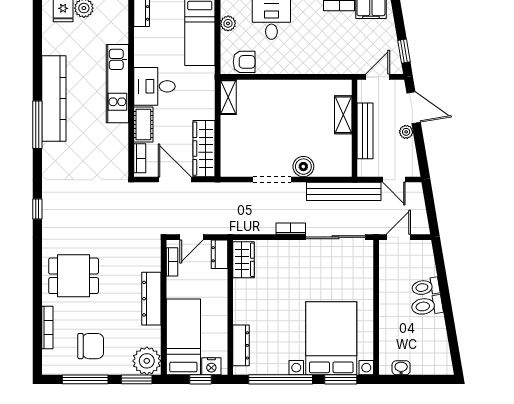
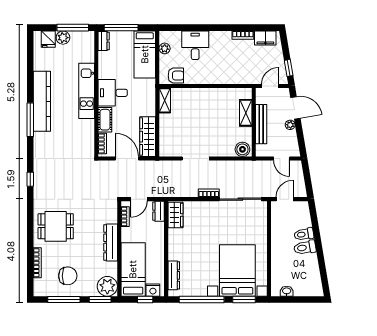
boiler: (303, 167) -> (242, 149), moved
bench: (344, 191) -> (246, 167), removed

